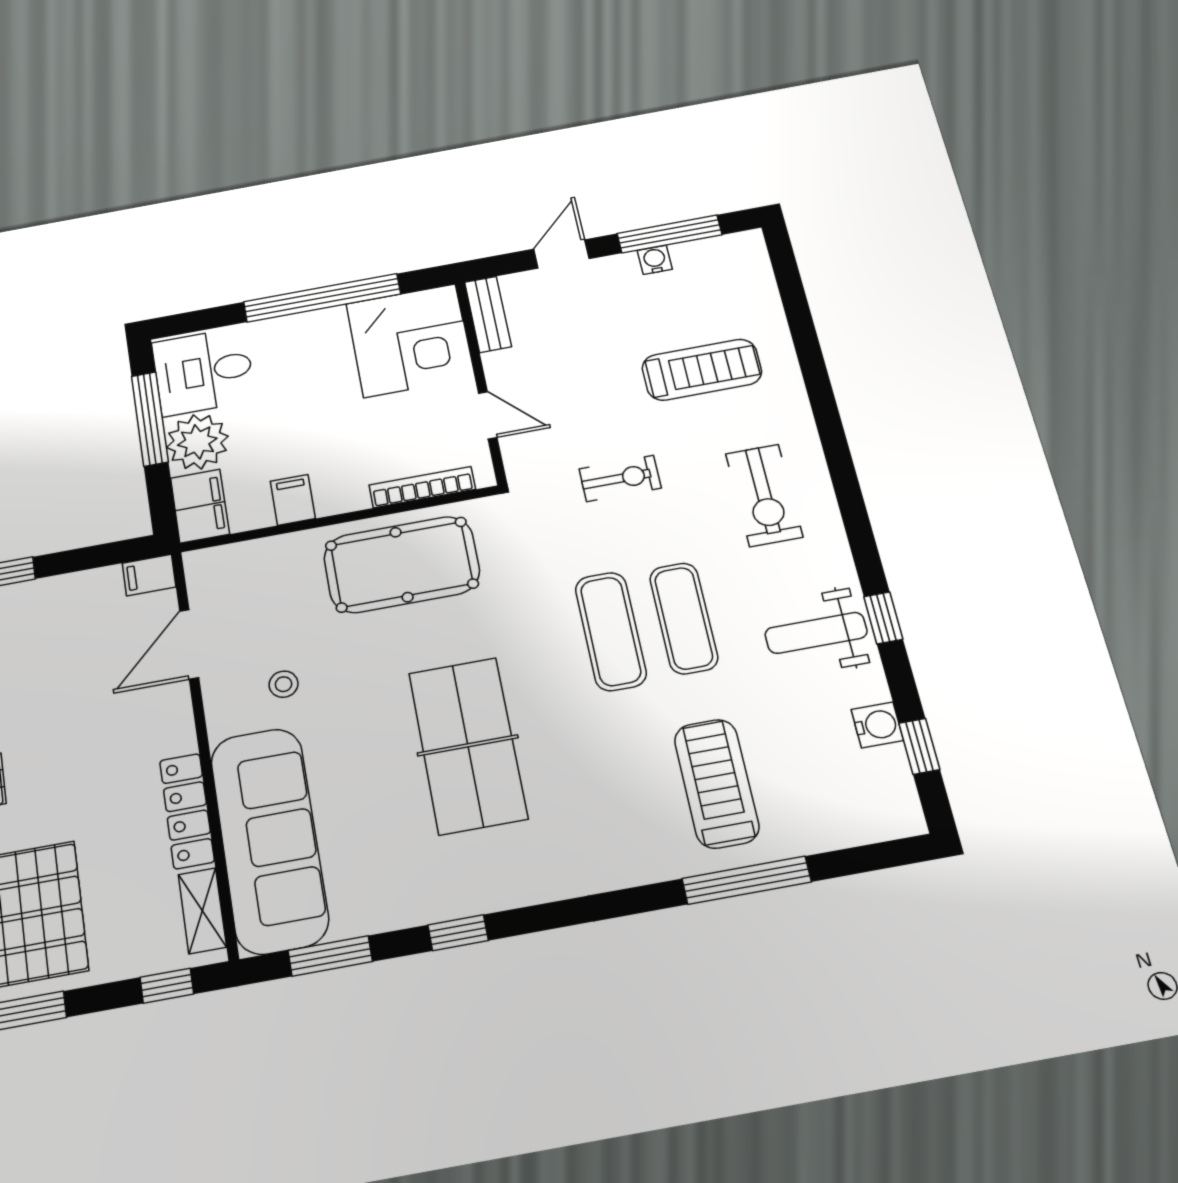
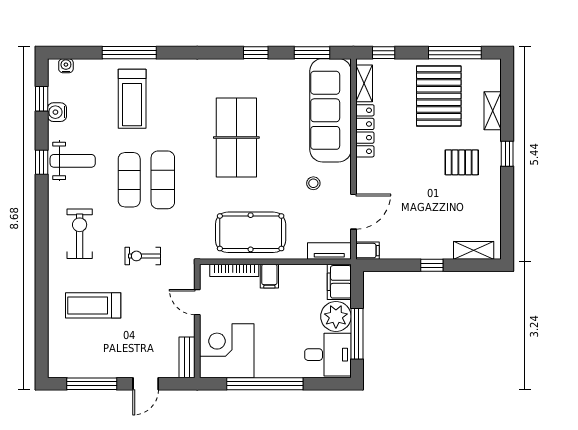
water cooler: (655, 260) -> (66, 66), moved, turned 180
filing cabinet: (293, 500) -> (269, 276), moved
tv unit: (229, 560) -> (329, 251), added

